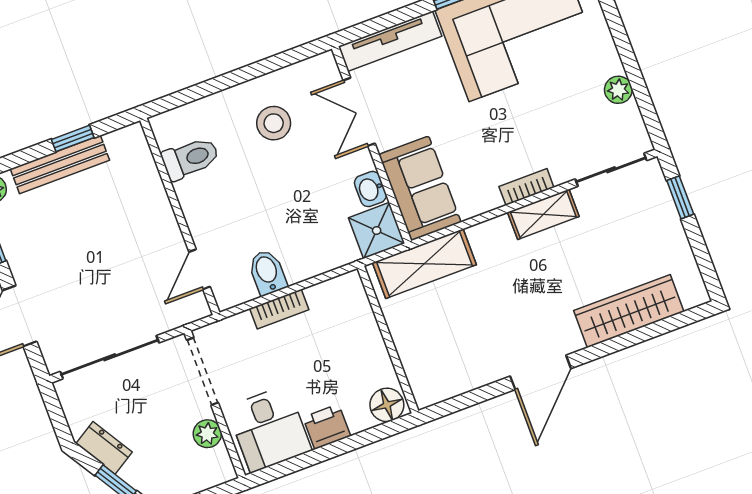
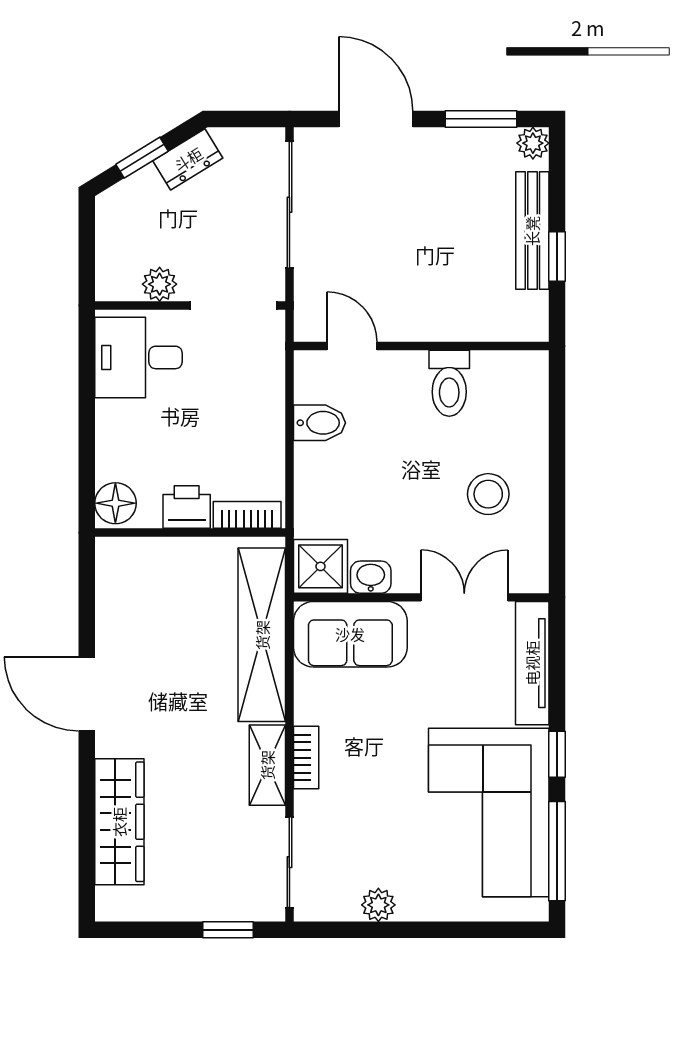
toilet: (190, 158) -> (449, 383), moved
shelving: (424, 264) -> (262, 635), width x1.47
bookcase: (279, 309) -> (247, 515), moved, turned 90
printer: (327, 427) -> (187, 507), moved, turned -90

